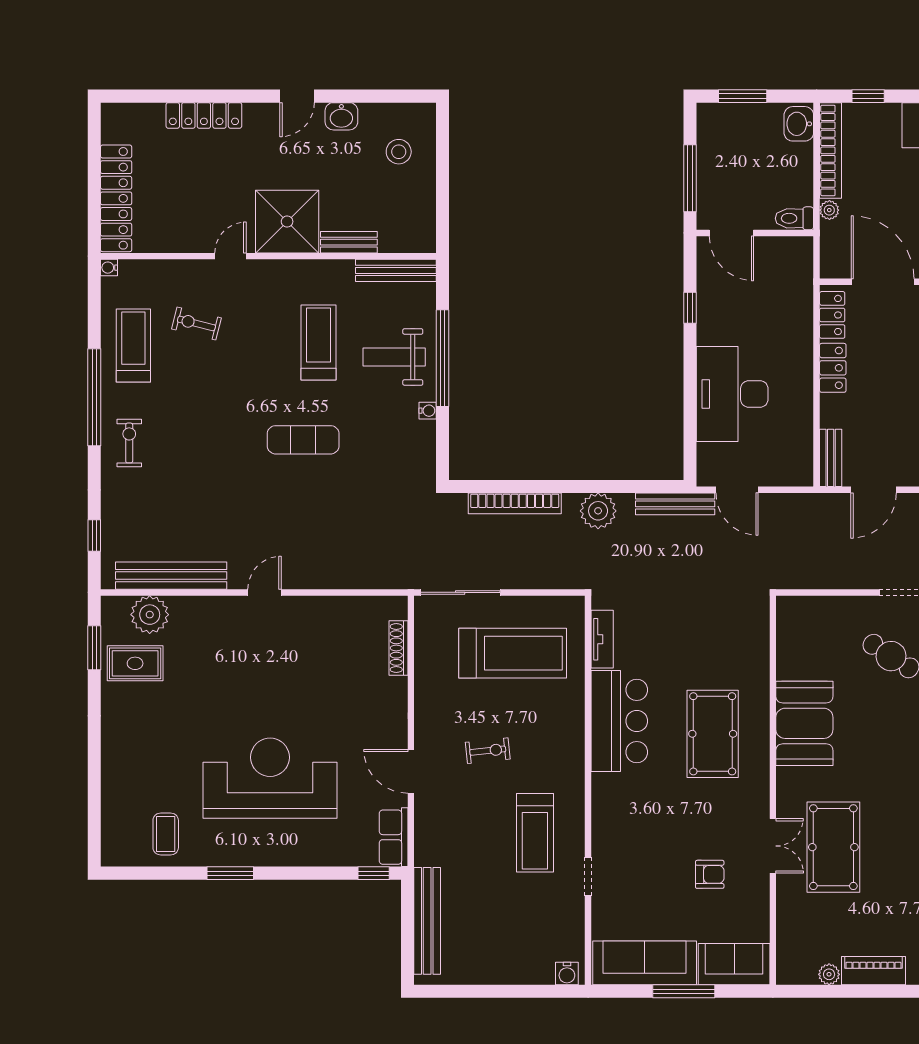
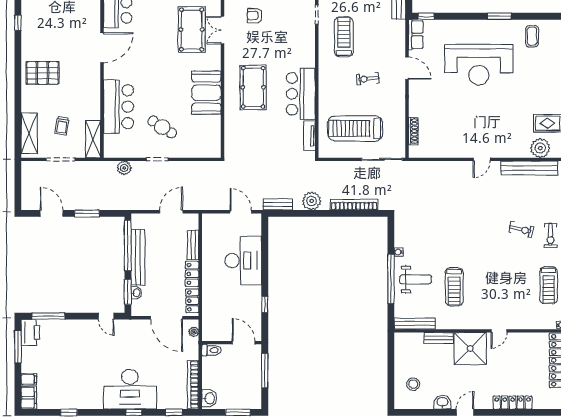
plant: (829, 210) -> (194, 332), moved
exercise bike: (196, 323) -> (521, 229), moved
exercise mat: (303, 440) -> (462, 237), removed
bench: (831, 458) -> (193, 245), moved
bench: (675, 504) -> (278, 205), width x0.73

